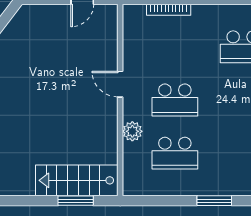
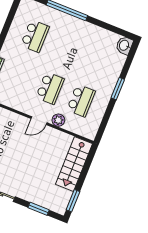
door: (120, 84) -> (39, 121), moved
window: (76, 201) -> (73, 201), moved

